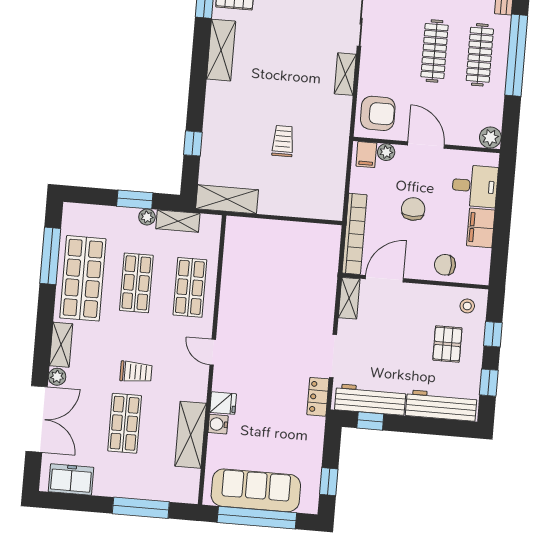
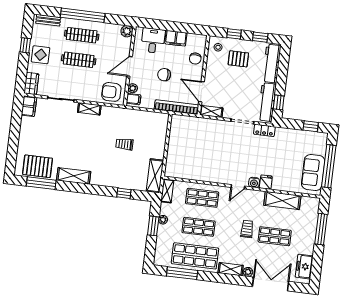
armchair: (378, 113) -> (111, 92), turned -90
shelving: (178, 221) -> (167, 191), moved
water cooler: (218, 424) -> (254, 182), moved
sofa: (256, 490) -> (313, 172), width x0.73

